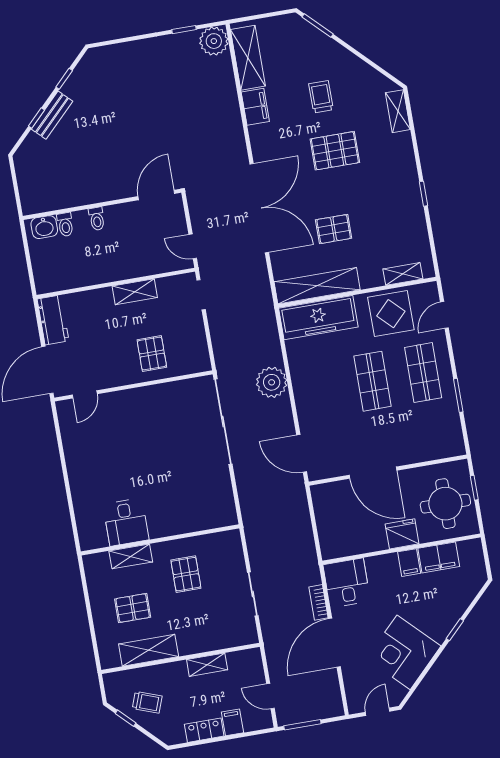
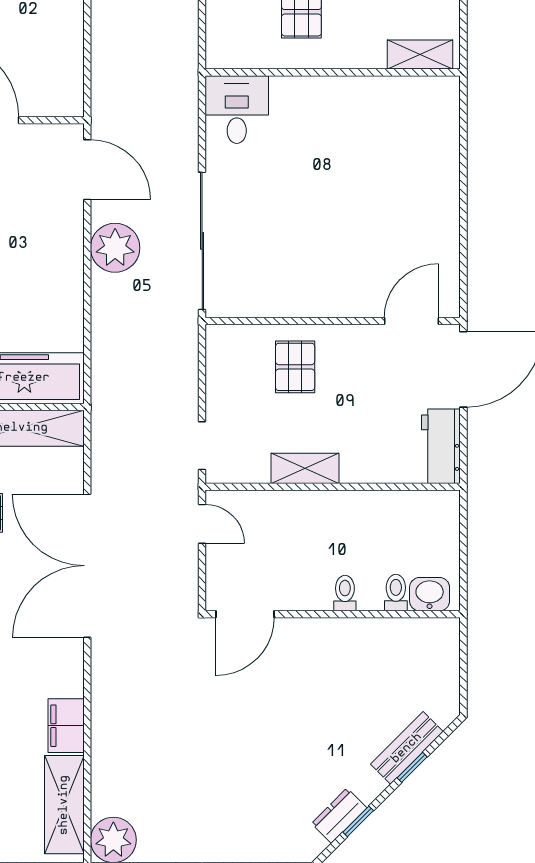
dresser: (77, 80) -> (339, 816), added
bench: (52, 115) -> (407, 748), moved
plant: (272, 382) -> (115, 248), moved
door: (85, 394) -> (411, 321), width x1.38
desk: (126, 522) -> (237, 110), moved
shelving: (131, 556) -> (420, 55), moved

